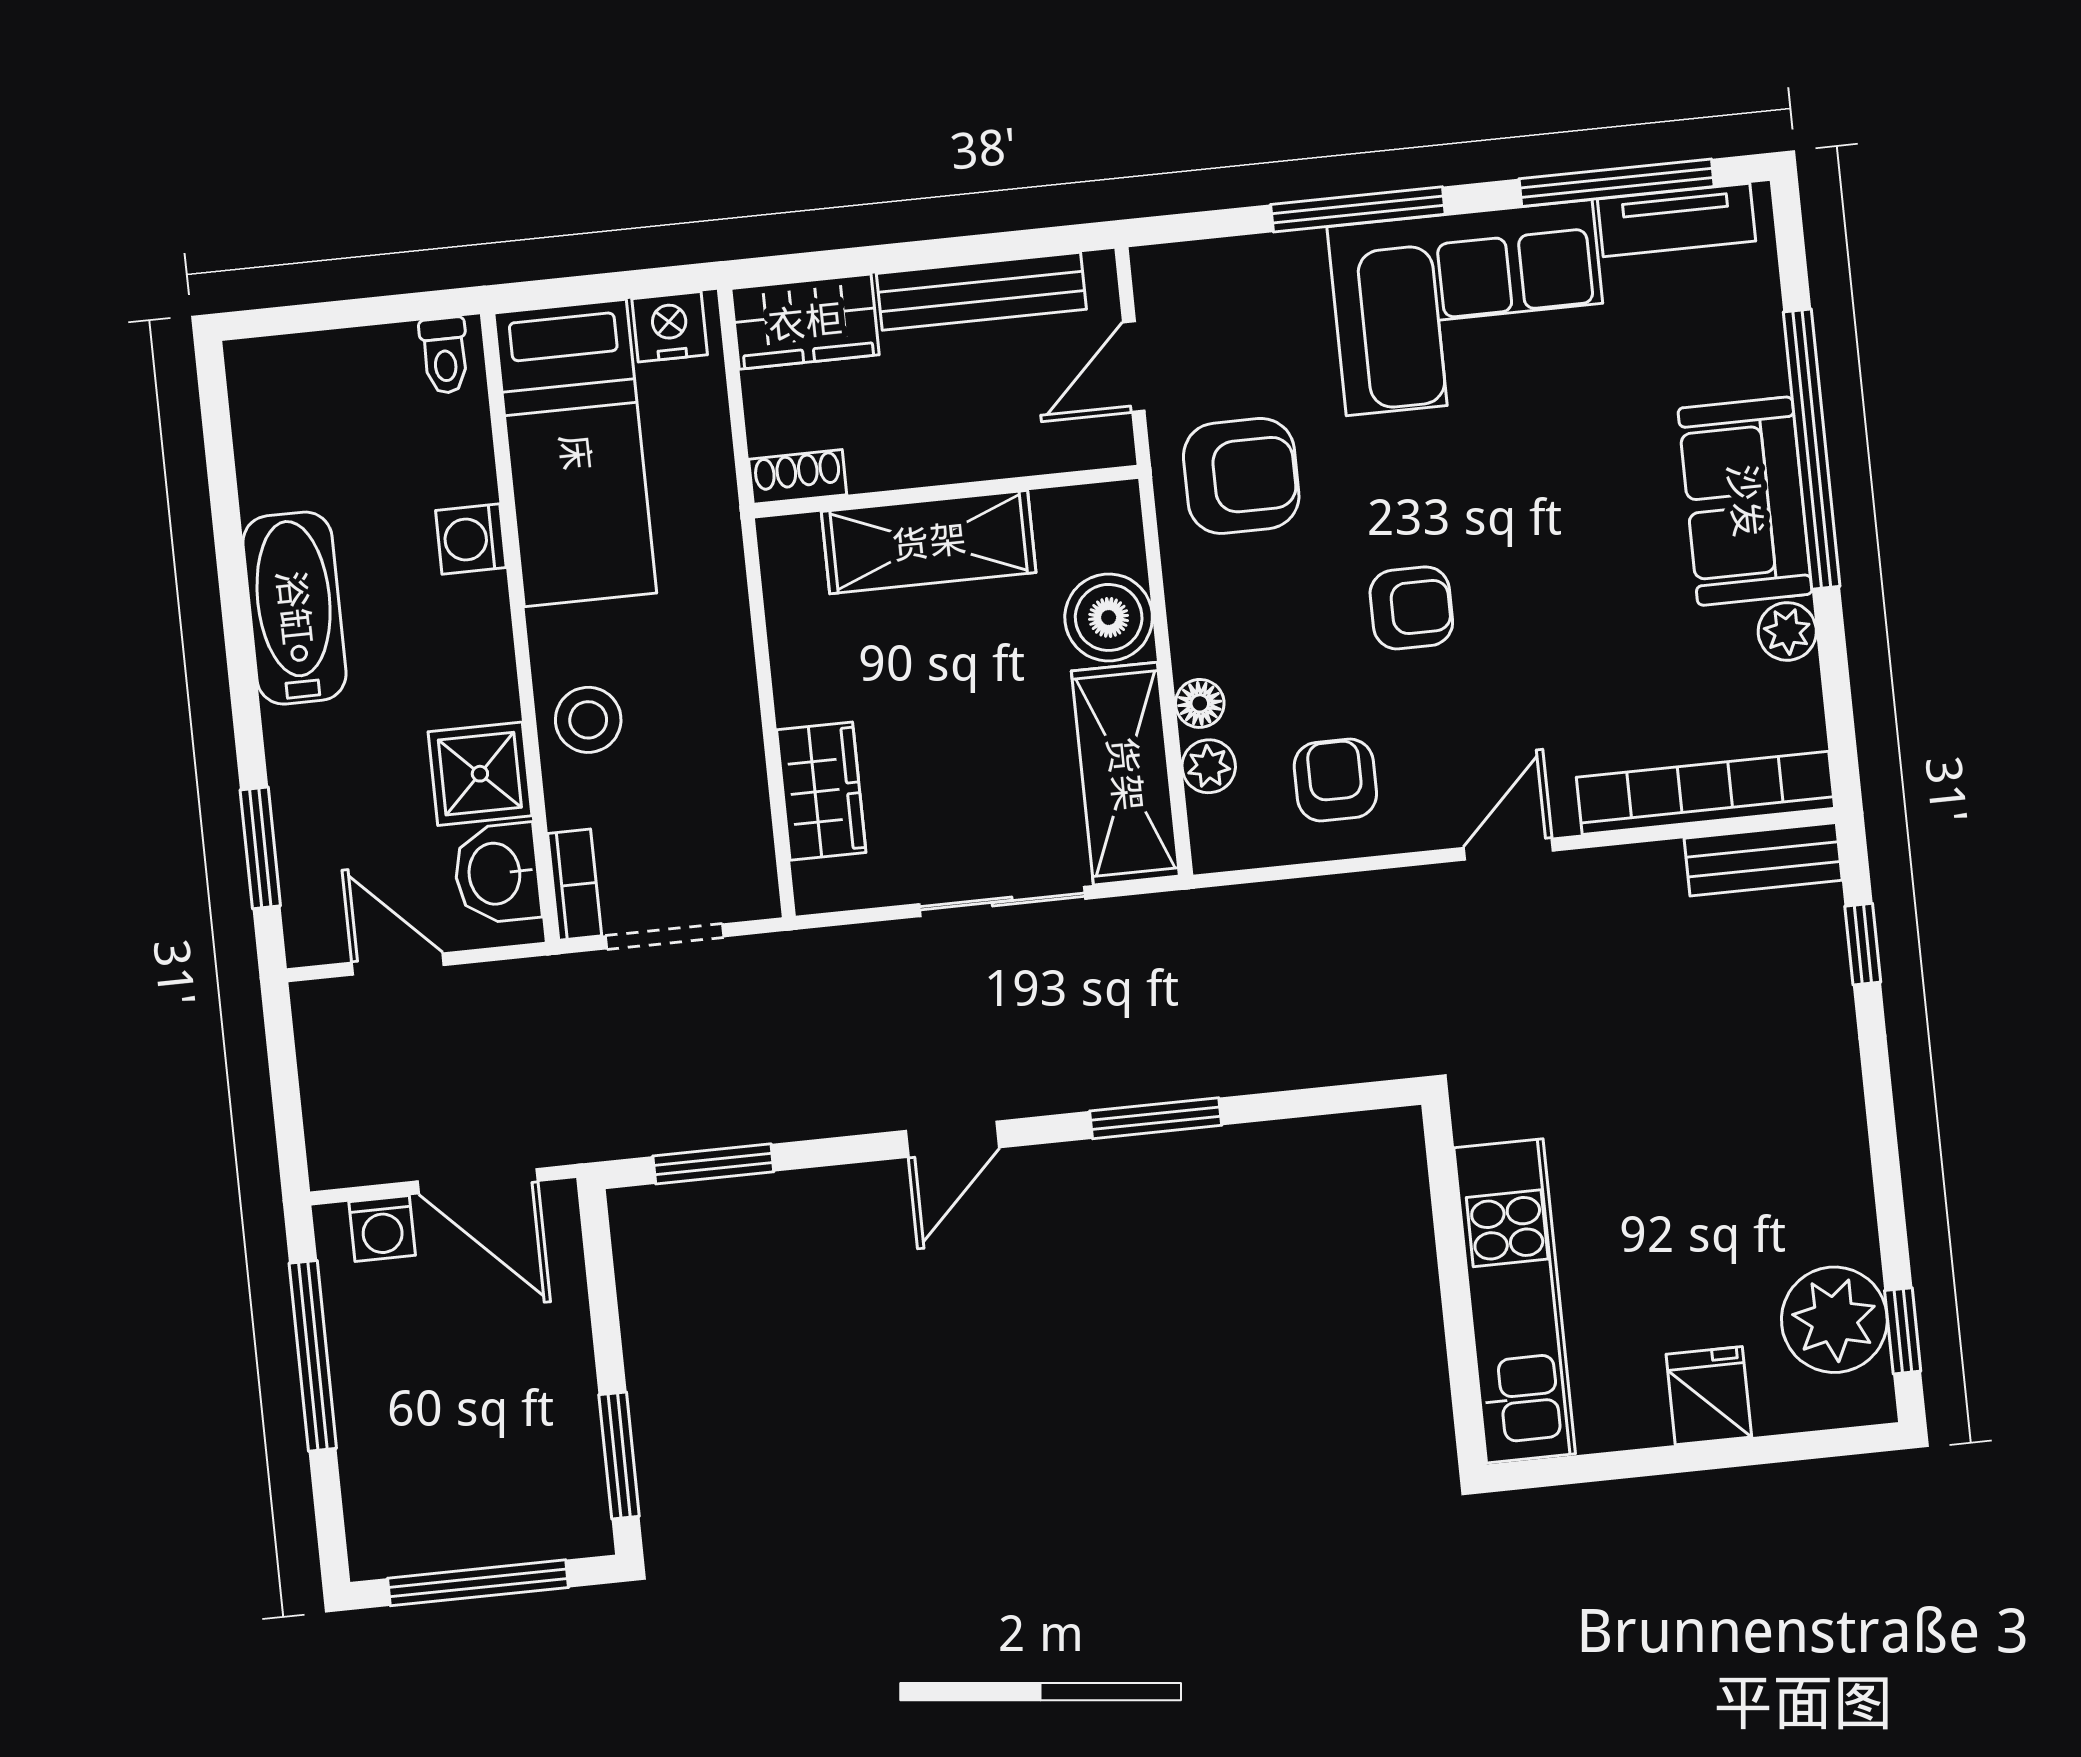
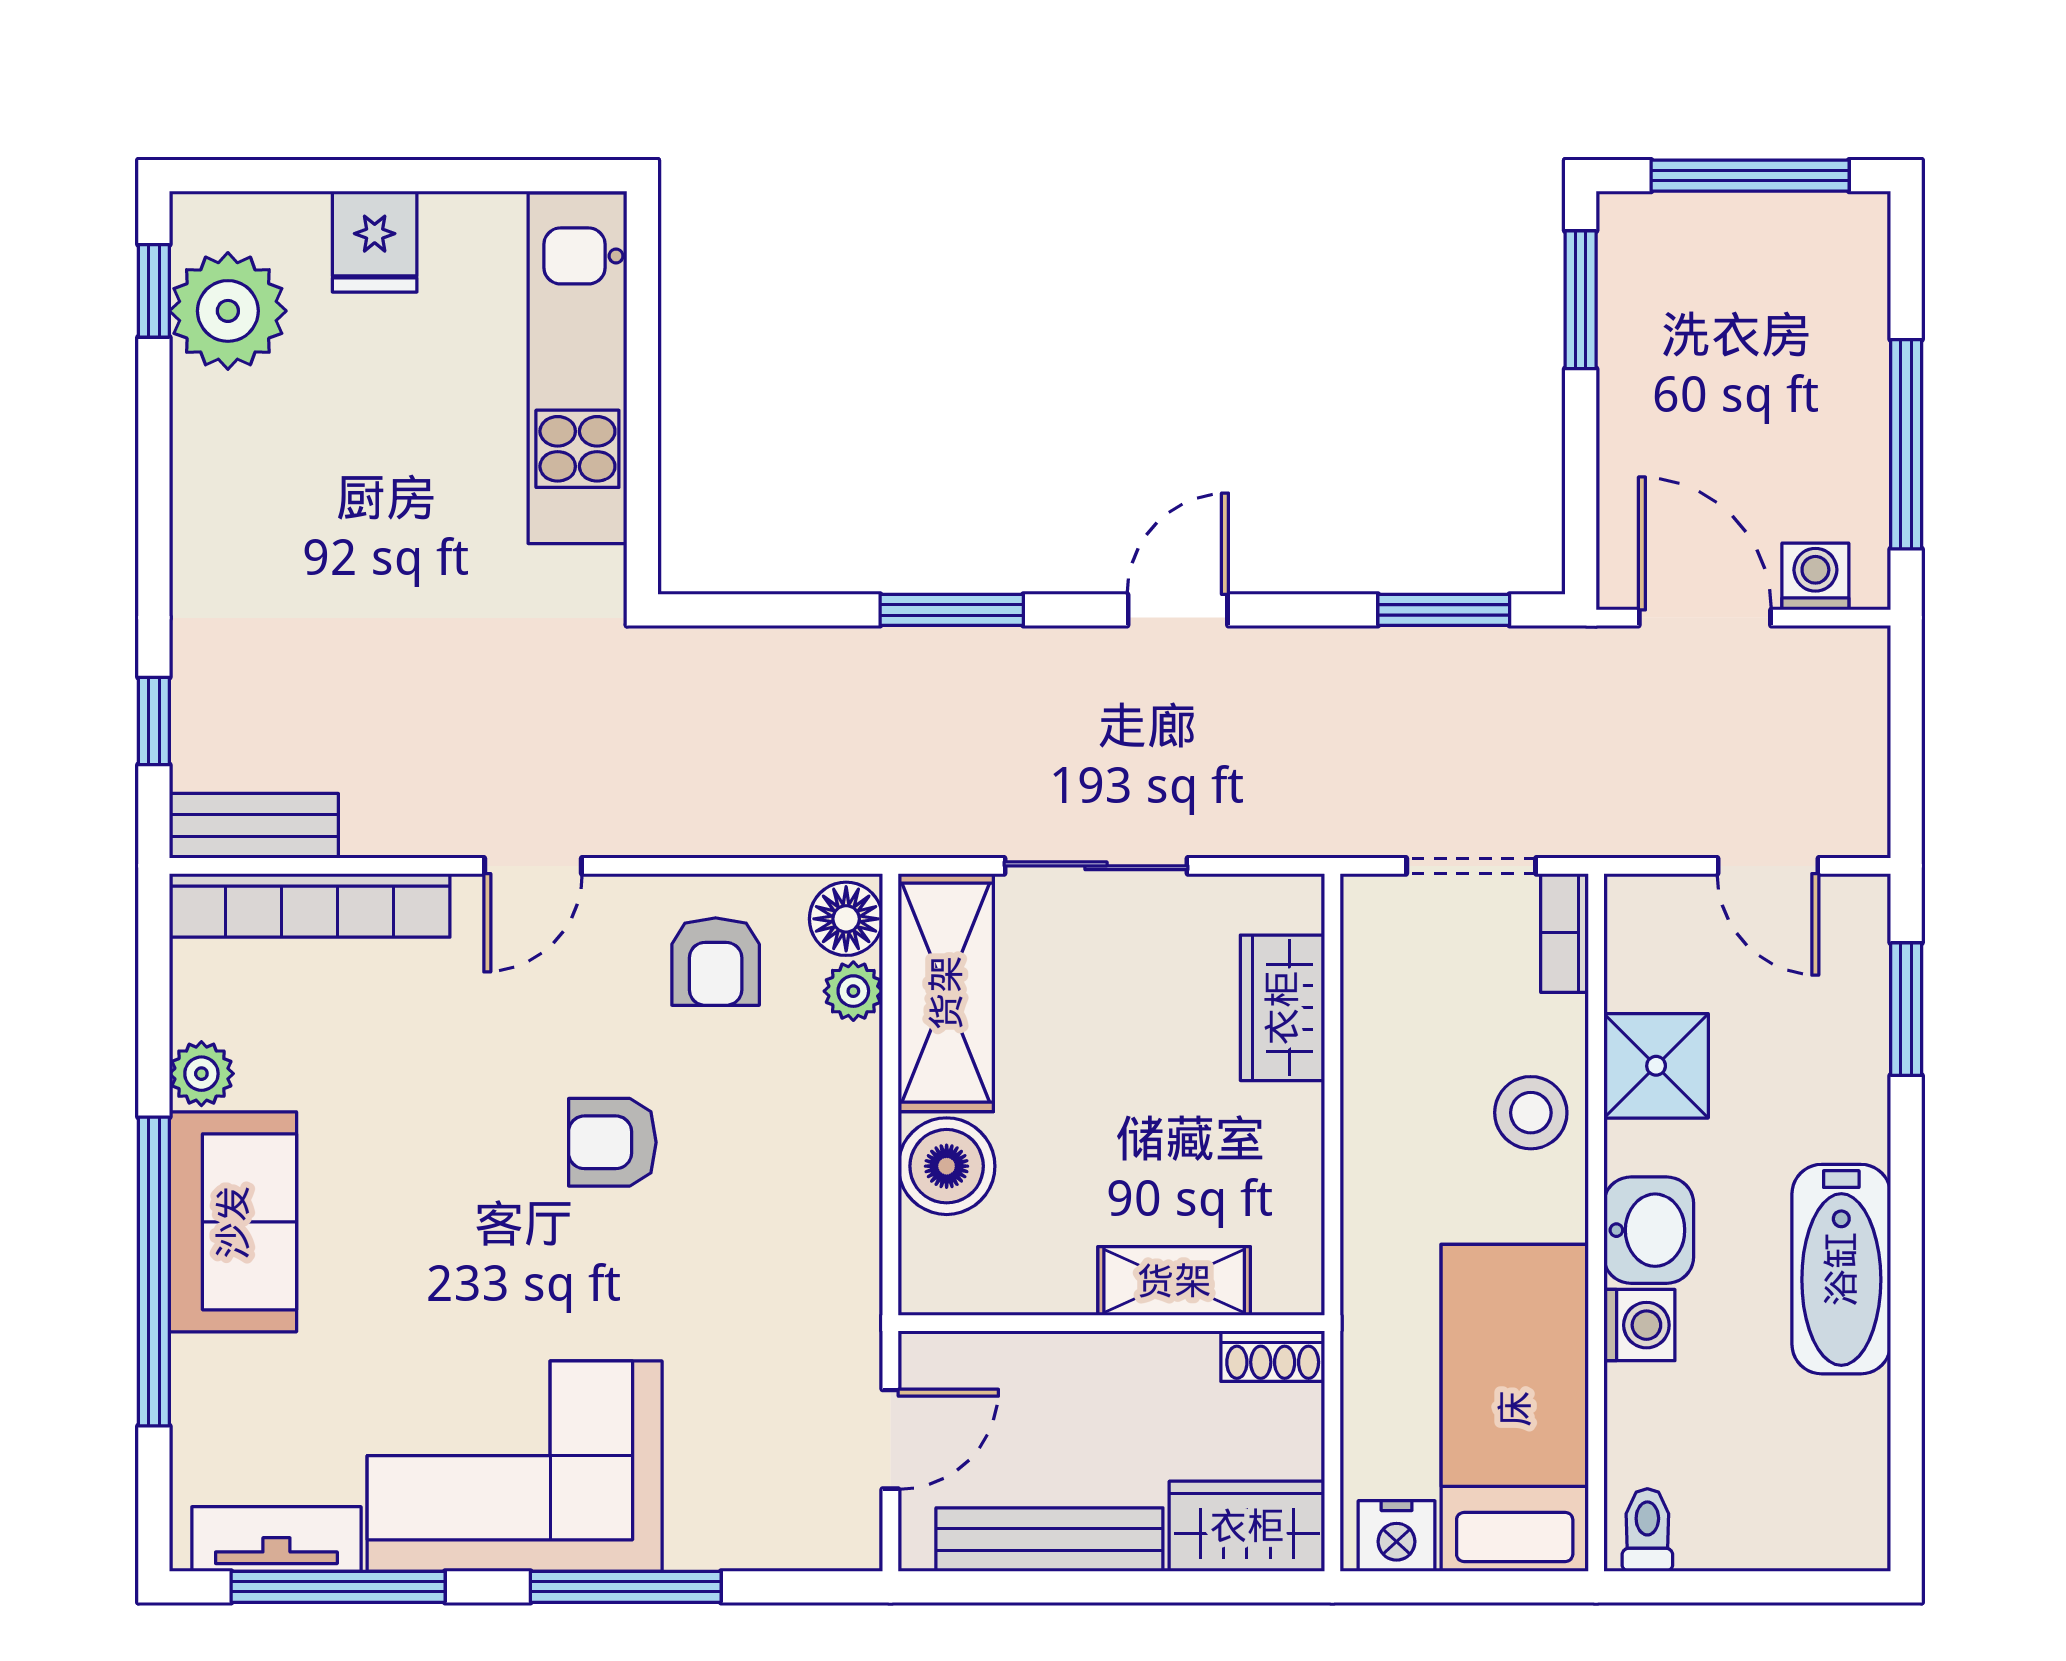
armchair: (1241, 476) -> (785, 1307), removed
shelving: (929, 542) -> (1174, 1281), width x0.67, depth x0.75
floor lamp: (1200, 703) -> (846, 919), moved, width x1.37, depth x1.37
washbasin: (497, 873) -> (1649, 1230), moved

